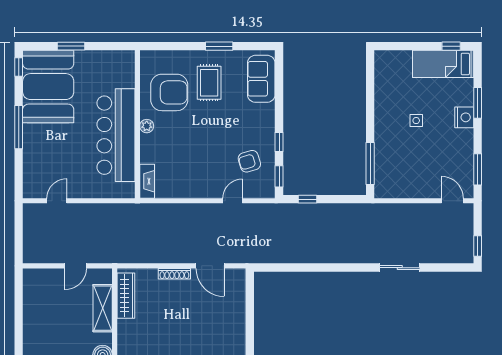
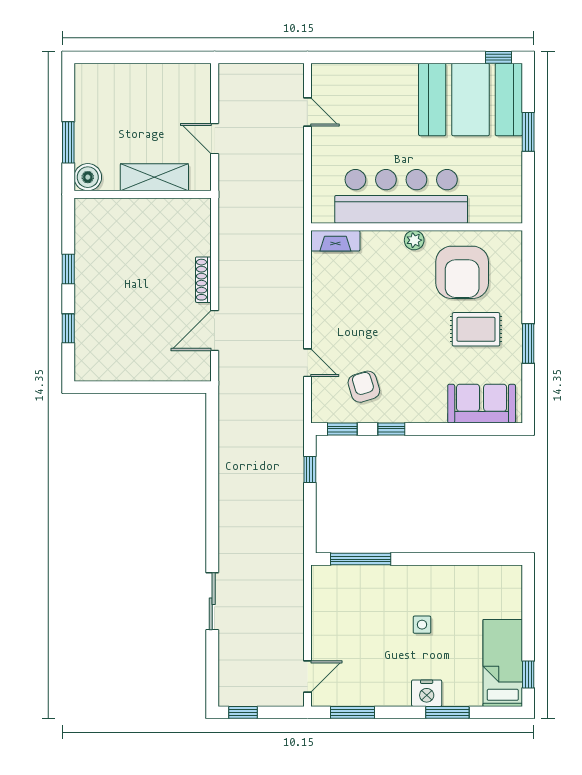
window: (19, 127) -> (413, 57), removed
wardrobe: (126, 296) -> (172, 210), removed

